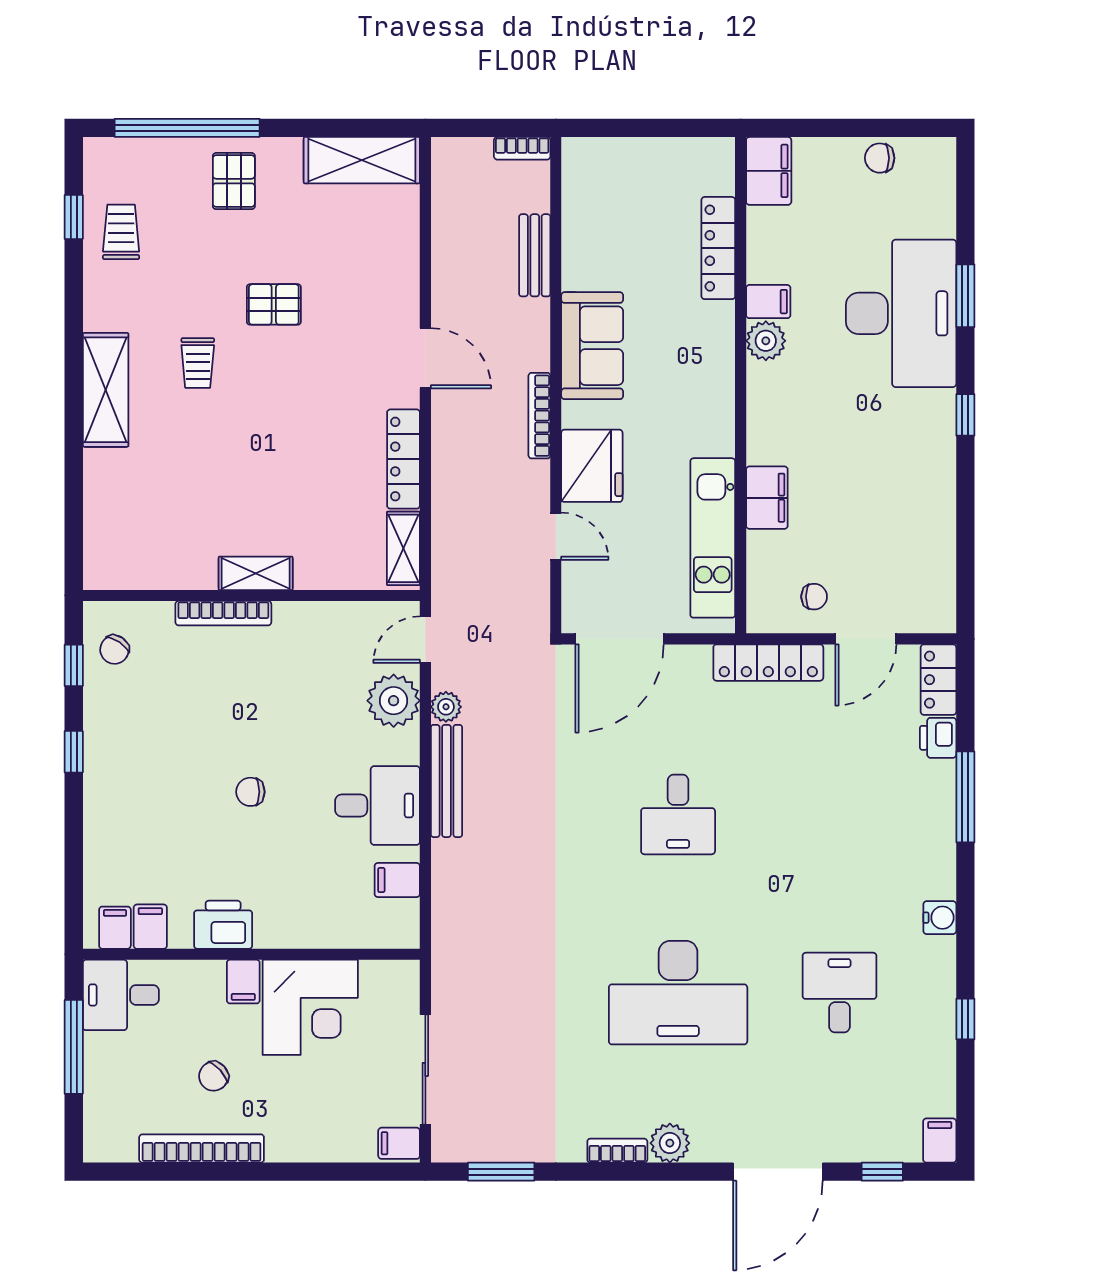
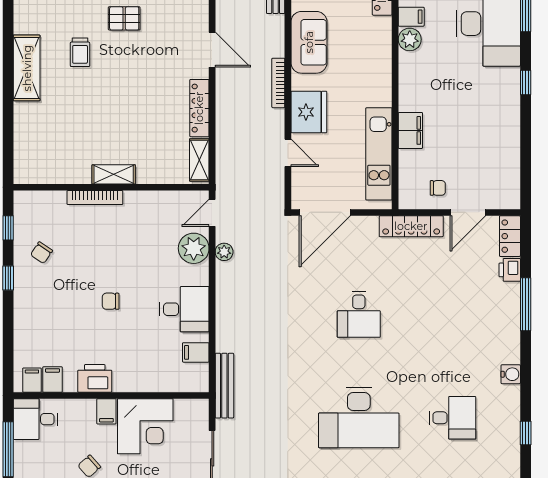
chair: (114, 650) -> (41, 253), moved
bench: (446, 781) -> (224, 386), moved
desk: (839, 993) -> (452, 418), turned 90

